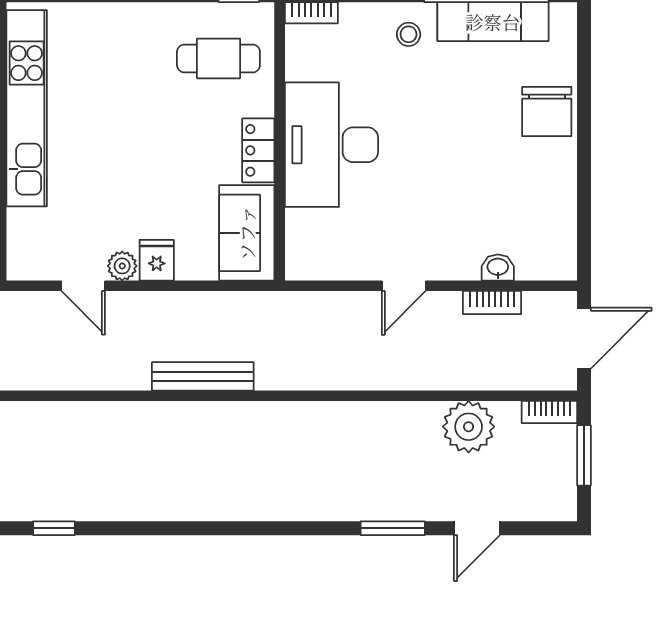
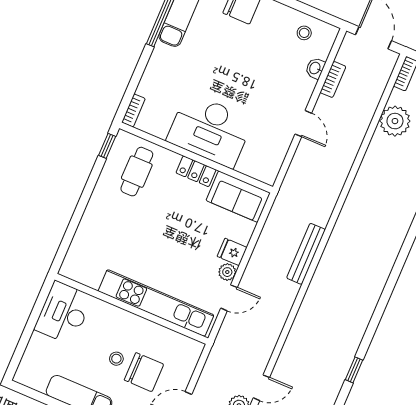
stool: (409, 34) -> (304, 33), moved
kitchen unit: (27, 108) -> (156, 303), moved

